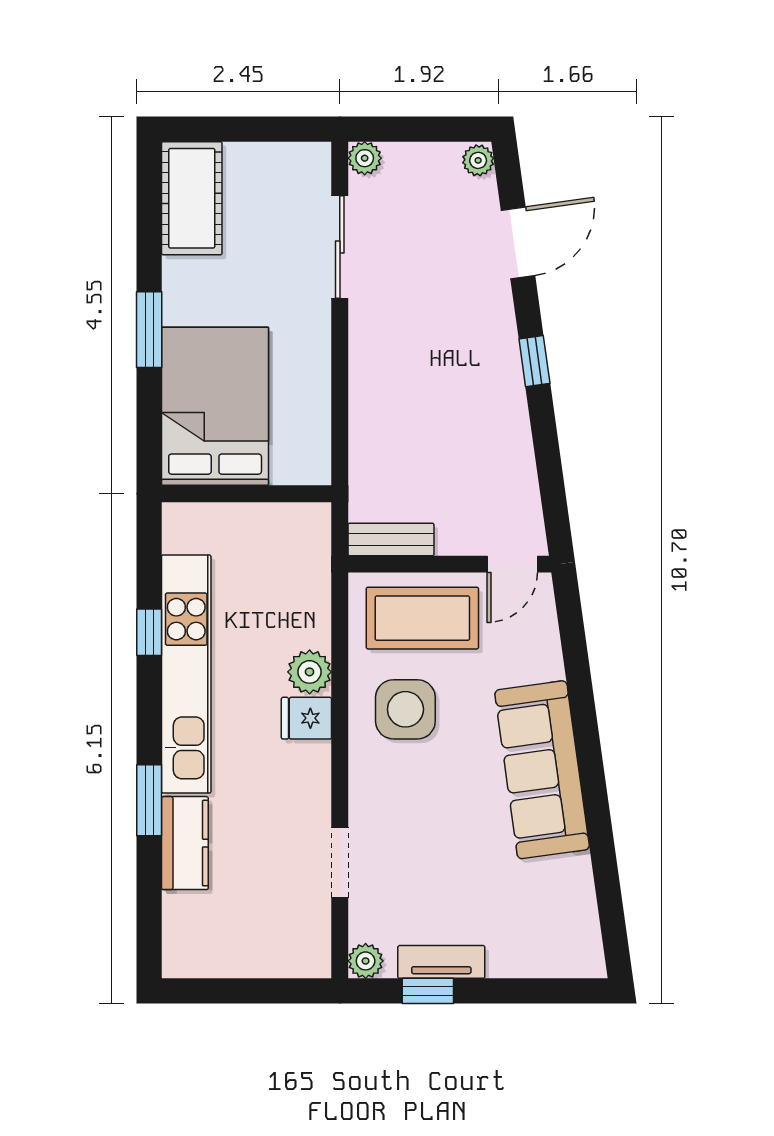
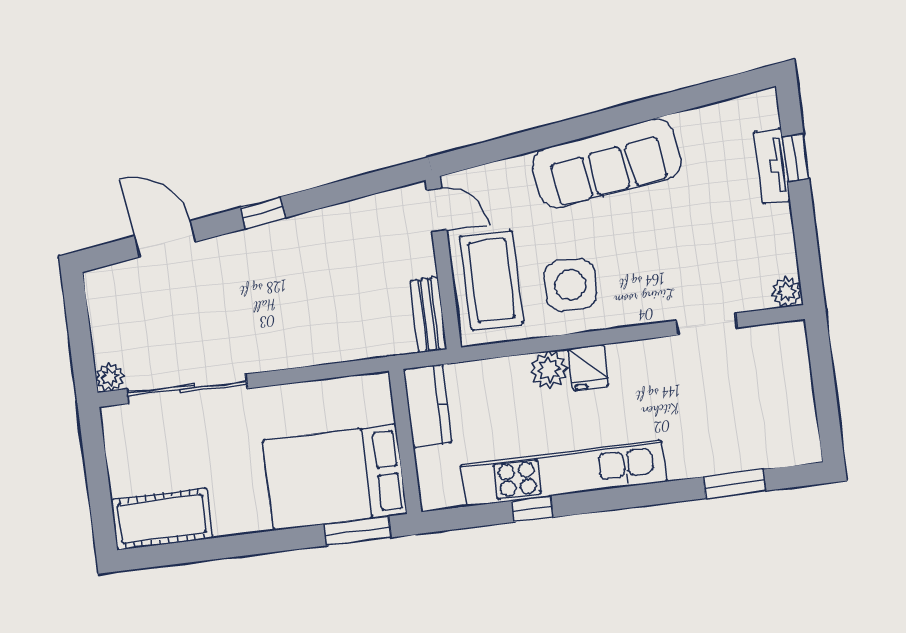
plant: (478, 160) -> (100, 281), removed
sliding door: (340, 247) -> (187, 389), width x1.37
window: (149, 330) -> (358, 531), moved
window: (149, 800) -> (734, 484), moved
kitchen counter: (185, 843) -> (428, 406), moved, turned 90
tv unit: (441, 962) -> (772, 166), moved
window: (428, 991) -> (796, 158), moved

